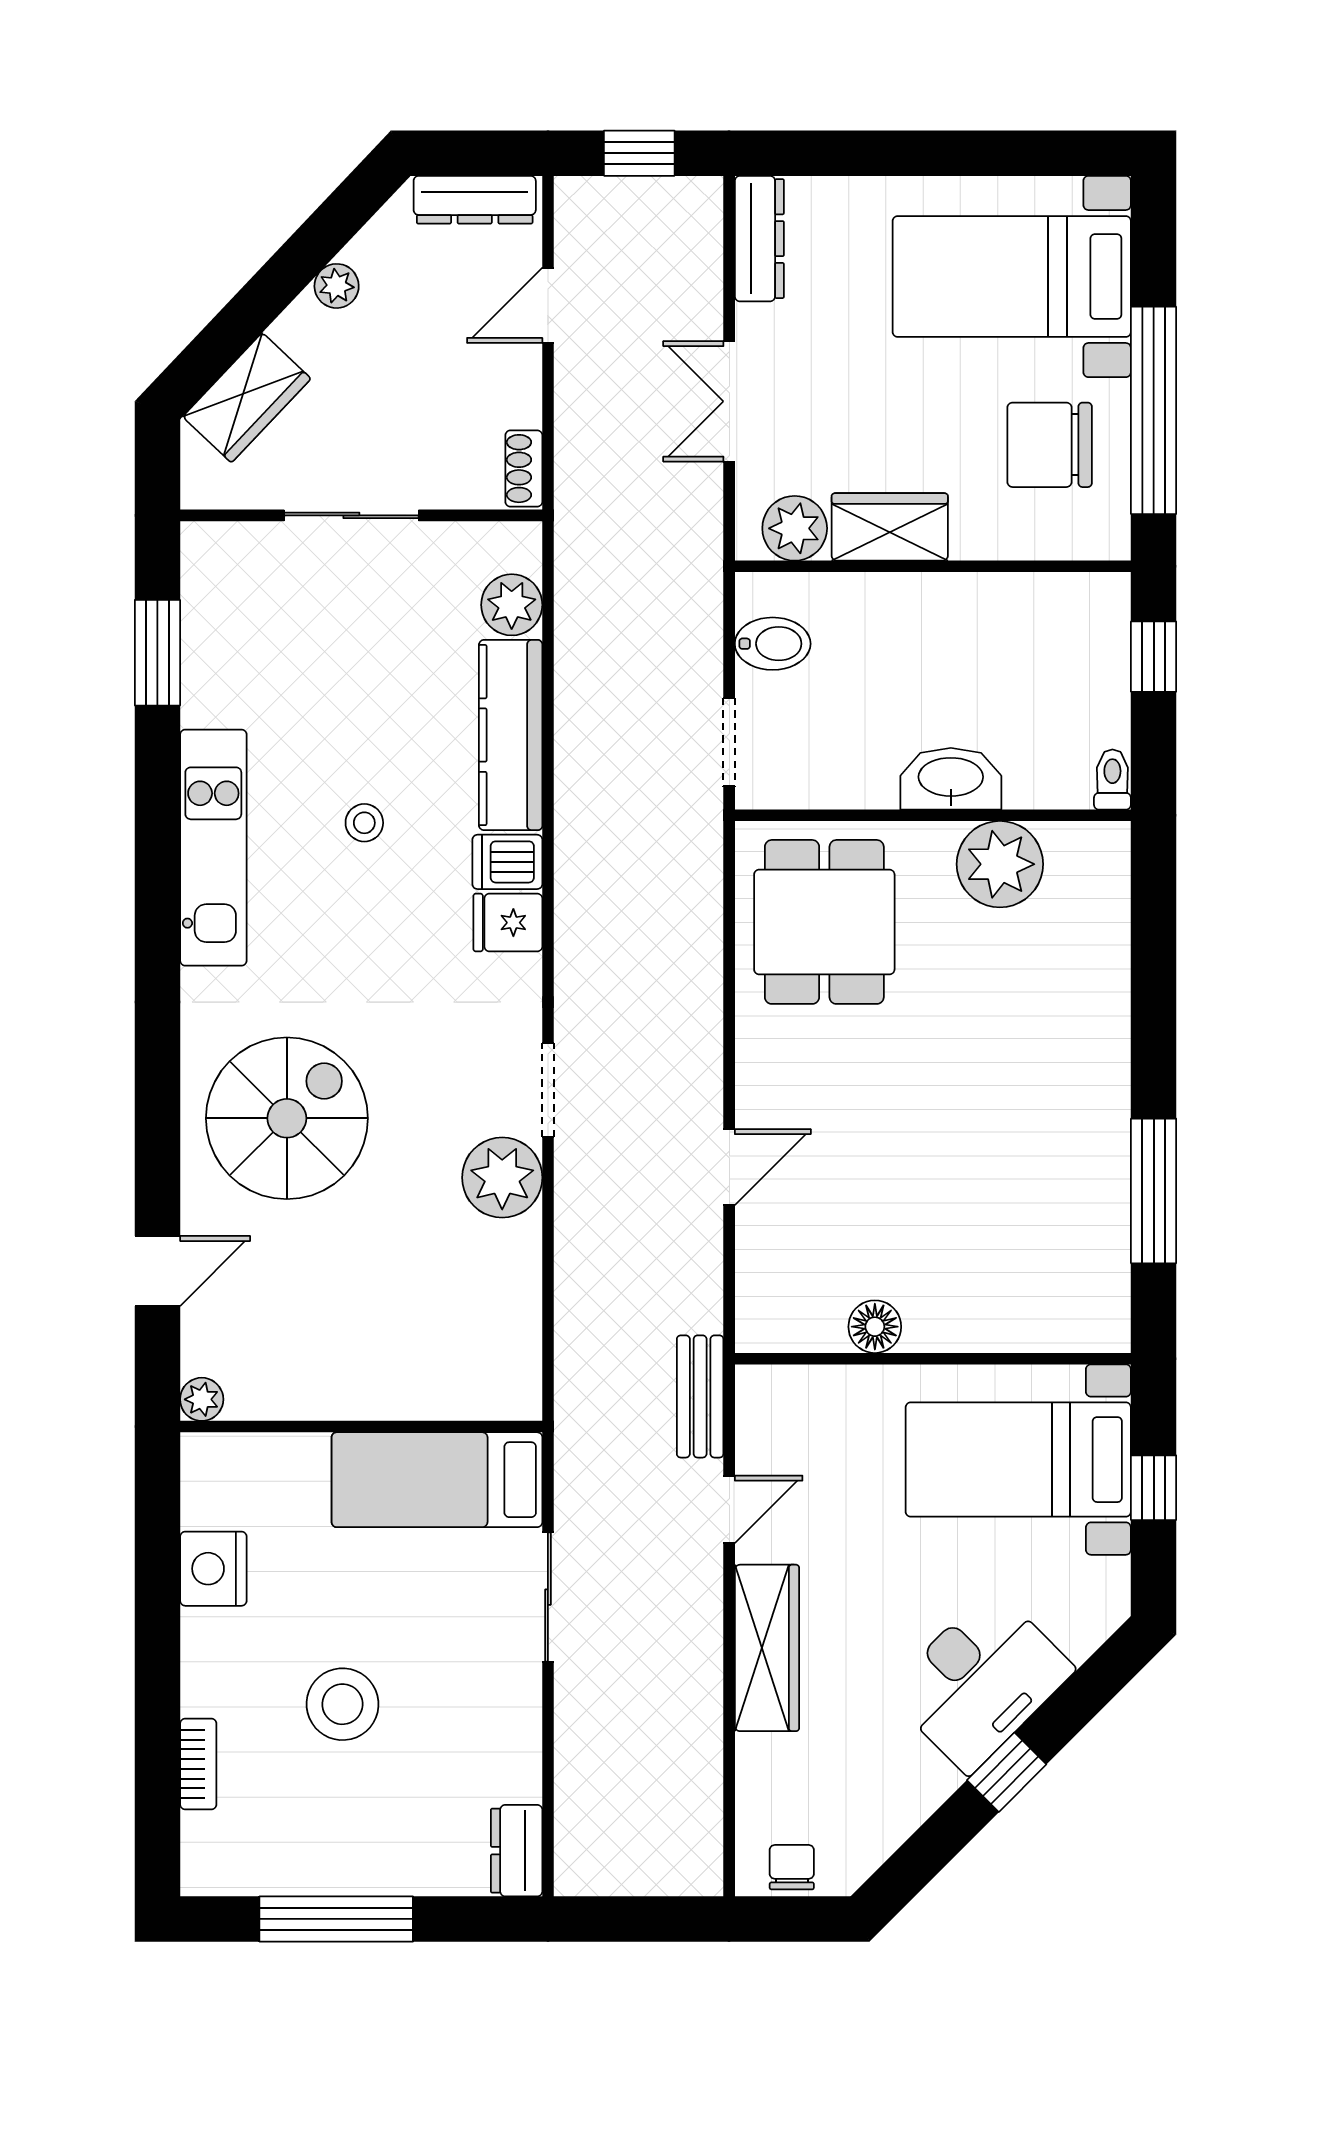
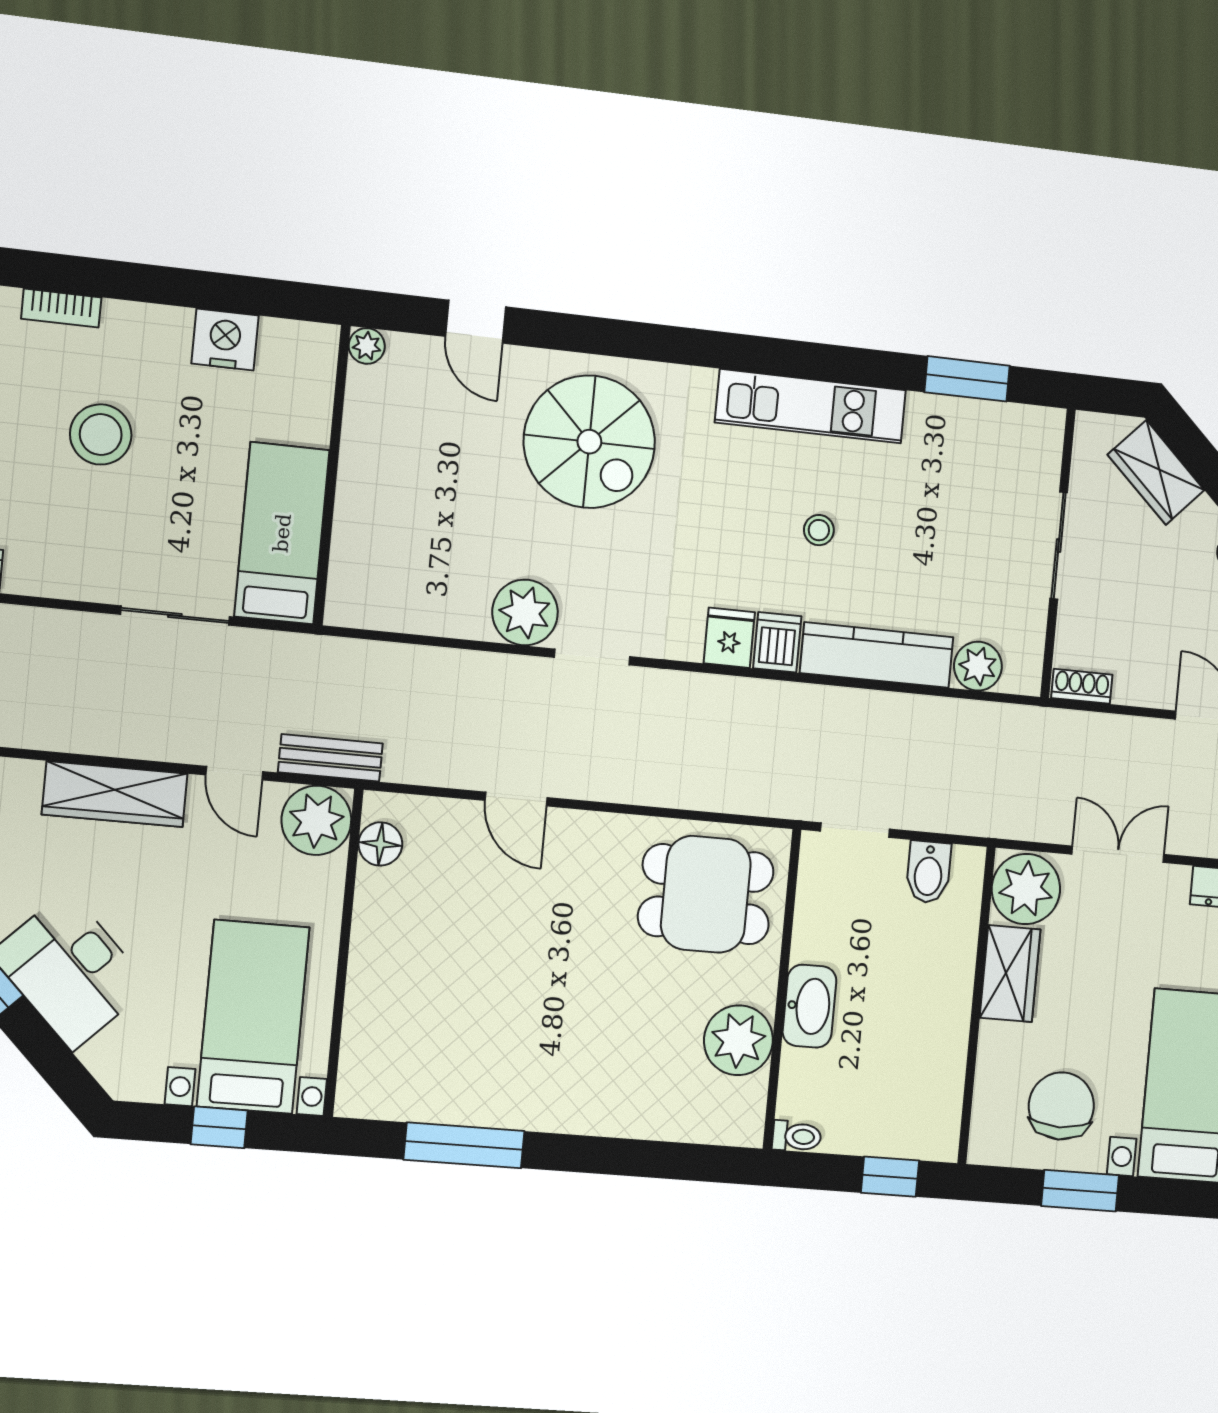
window: (1154, 410) -> (1080, 1191), width x0.47
plant: (795, 528) -> (1026, 889), width x1.36, depth x1.36
floor lamp: (875, 1327) -> (380, 844), moved
plant: (777, 1406) -> (316, 820), added

